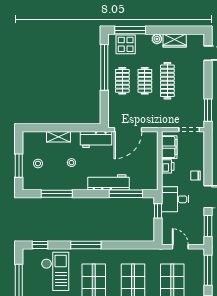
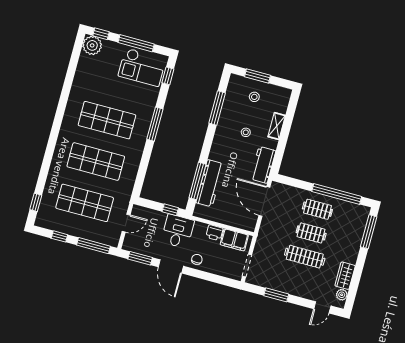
plant: (157, 39) -> (342, 295), moved
display table: (126, 44) -> (355, 223), removed
window: (208, 110) -> (276, 295), moved
workbench: (108, 182) -> (210, 183), moved
checkout: (55, 271) -> (142, 67), moved

